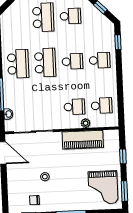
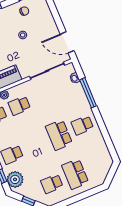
plant: (106, 34) -> (15, 179), added
school desk: (72, 61) -> (36, 145), removed
school desk: (18, 64) -> (82, 125), width x0.54

